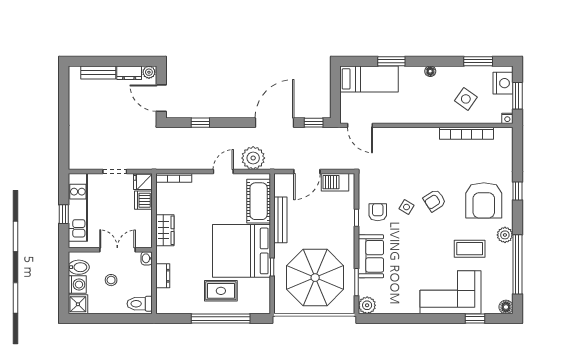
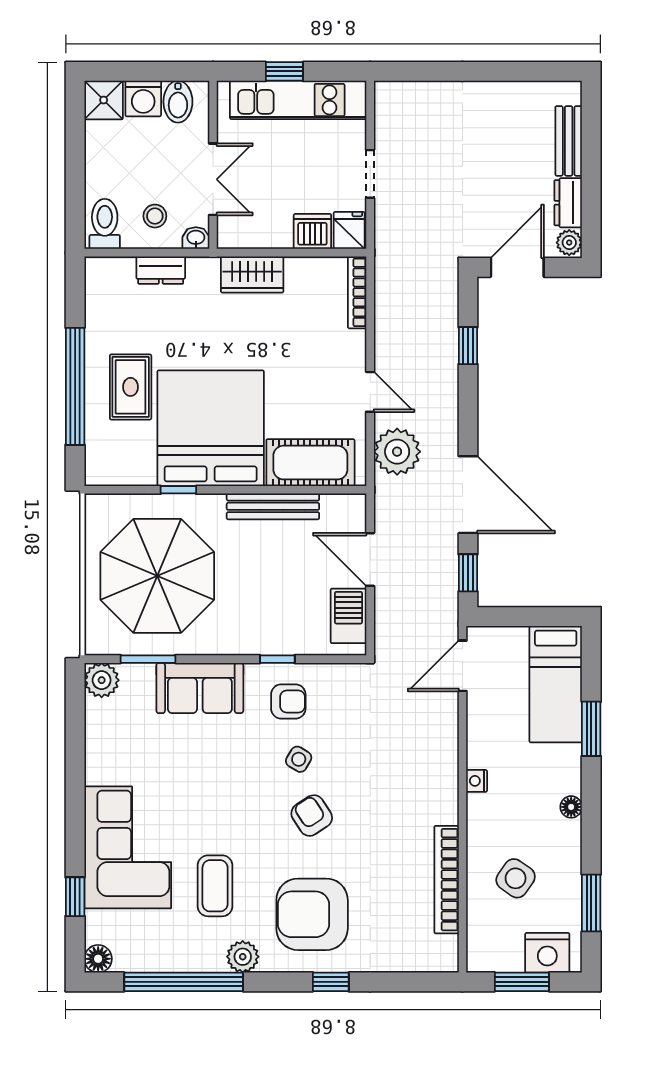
nightstand: (507, 118) -> (477, 781), moved
stool: (111, 280) -> (155, 216), moved

